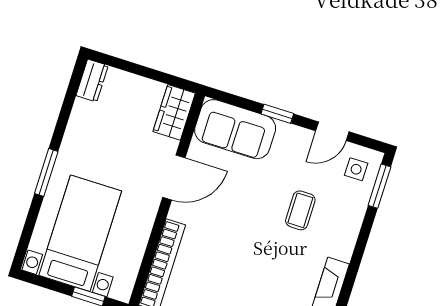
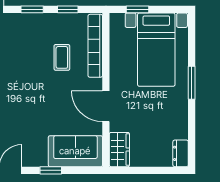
door: (174, 177) -> (106, 106), hinge flipped
coffee table: (300, 210) -> (62, 57), moved

